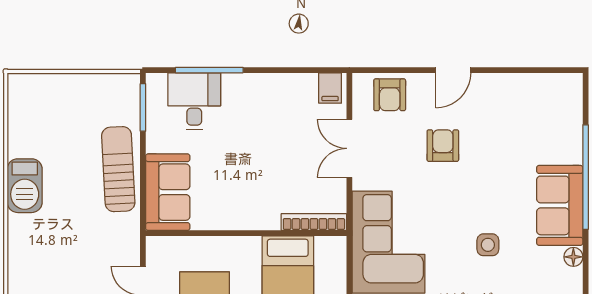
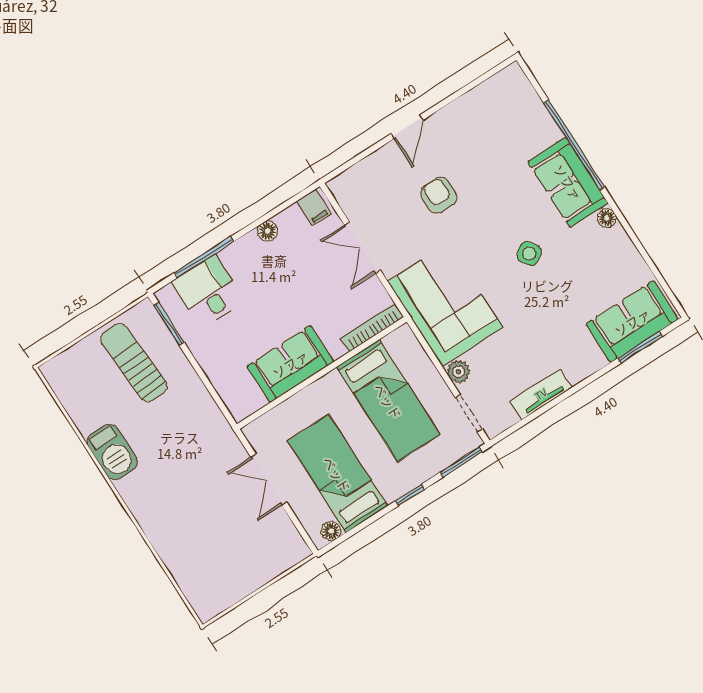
floor lamp: (278, 83) -> (268, 231), added
armchair: (390, 95) -> (367, 181), removed
sun lounger: (118, 169) -> (134, 363), moved
sofa: (168, 192) -> (290, 364), moved, turned -90
side table: (488, 245) -> (529, 254), turned -35

